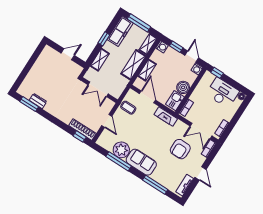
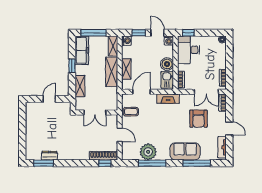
desk: (223, 93) -> (189, 50), moved, turned -90
door: (148, 97) -> (142, 92), hinge flipped
sofa: (141, 162) -> (185, 151), moved

